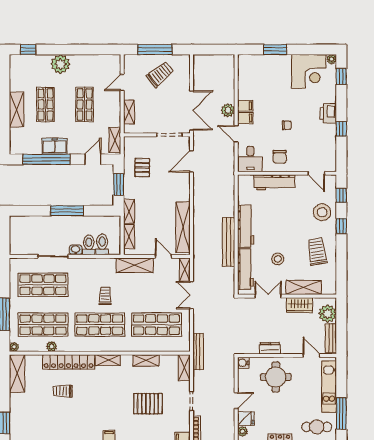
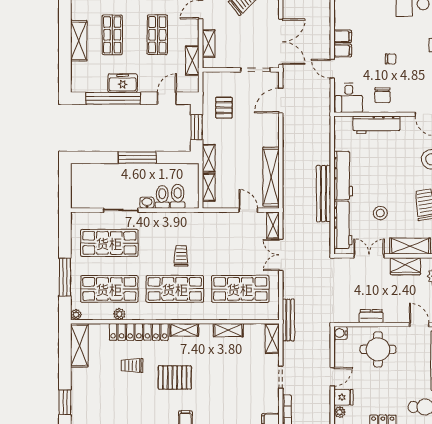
plant: (228, 110) -> (323, 42), removed
shelving: (115, 140) -> (192, 61), moved
shelving: (135, 265) -> (215, 220), removed
pallet: (148, 404) -> (175, 377), moved

